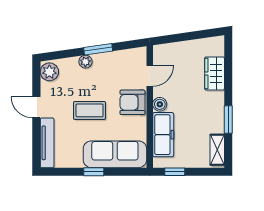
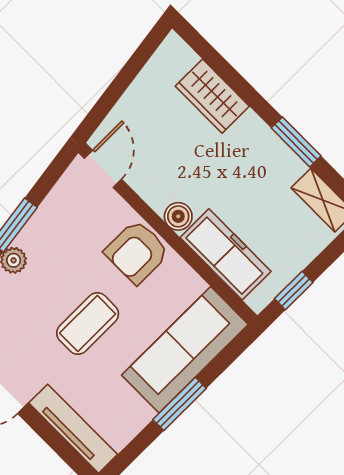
door: (150, 76) -> (103, 169), moved
window: (94, 172) -> (180, 404), width x1.50

